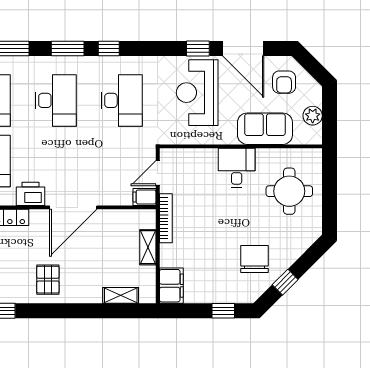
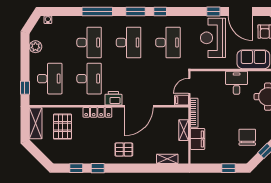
pallet: (48, 280) -> (124, 149), turned 90
filing cabinet: (171, 286) -> (198, 139), moved

